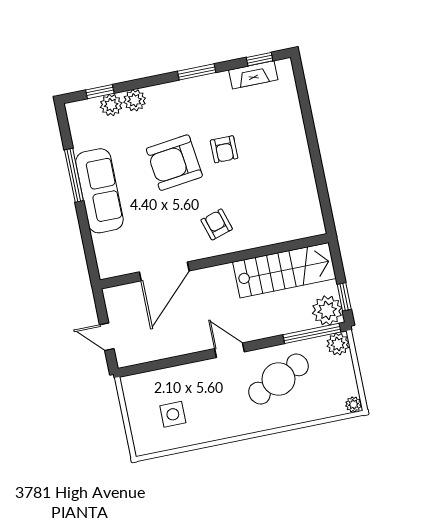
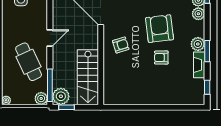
fireplace: (253, 75) -> (199, 65), moved
plant: (188, 91) -> (198, 44), added

